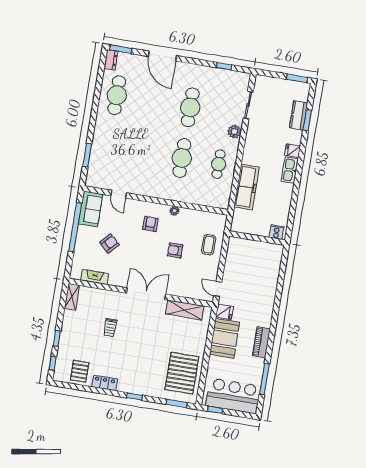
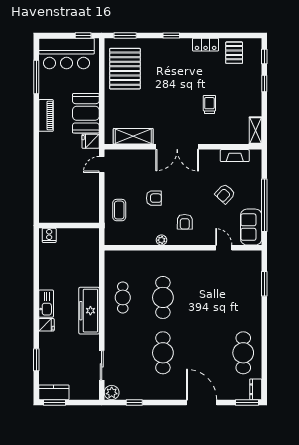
kitchen counter: (299, 115) -> (54, 392), moved, turned -90
plant: (234, 132) -> (112, 393), moved
freezer: (247, 187) -> (89, 311), moved
door: (218, 289) -> (102, 164), swing flipped

